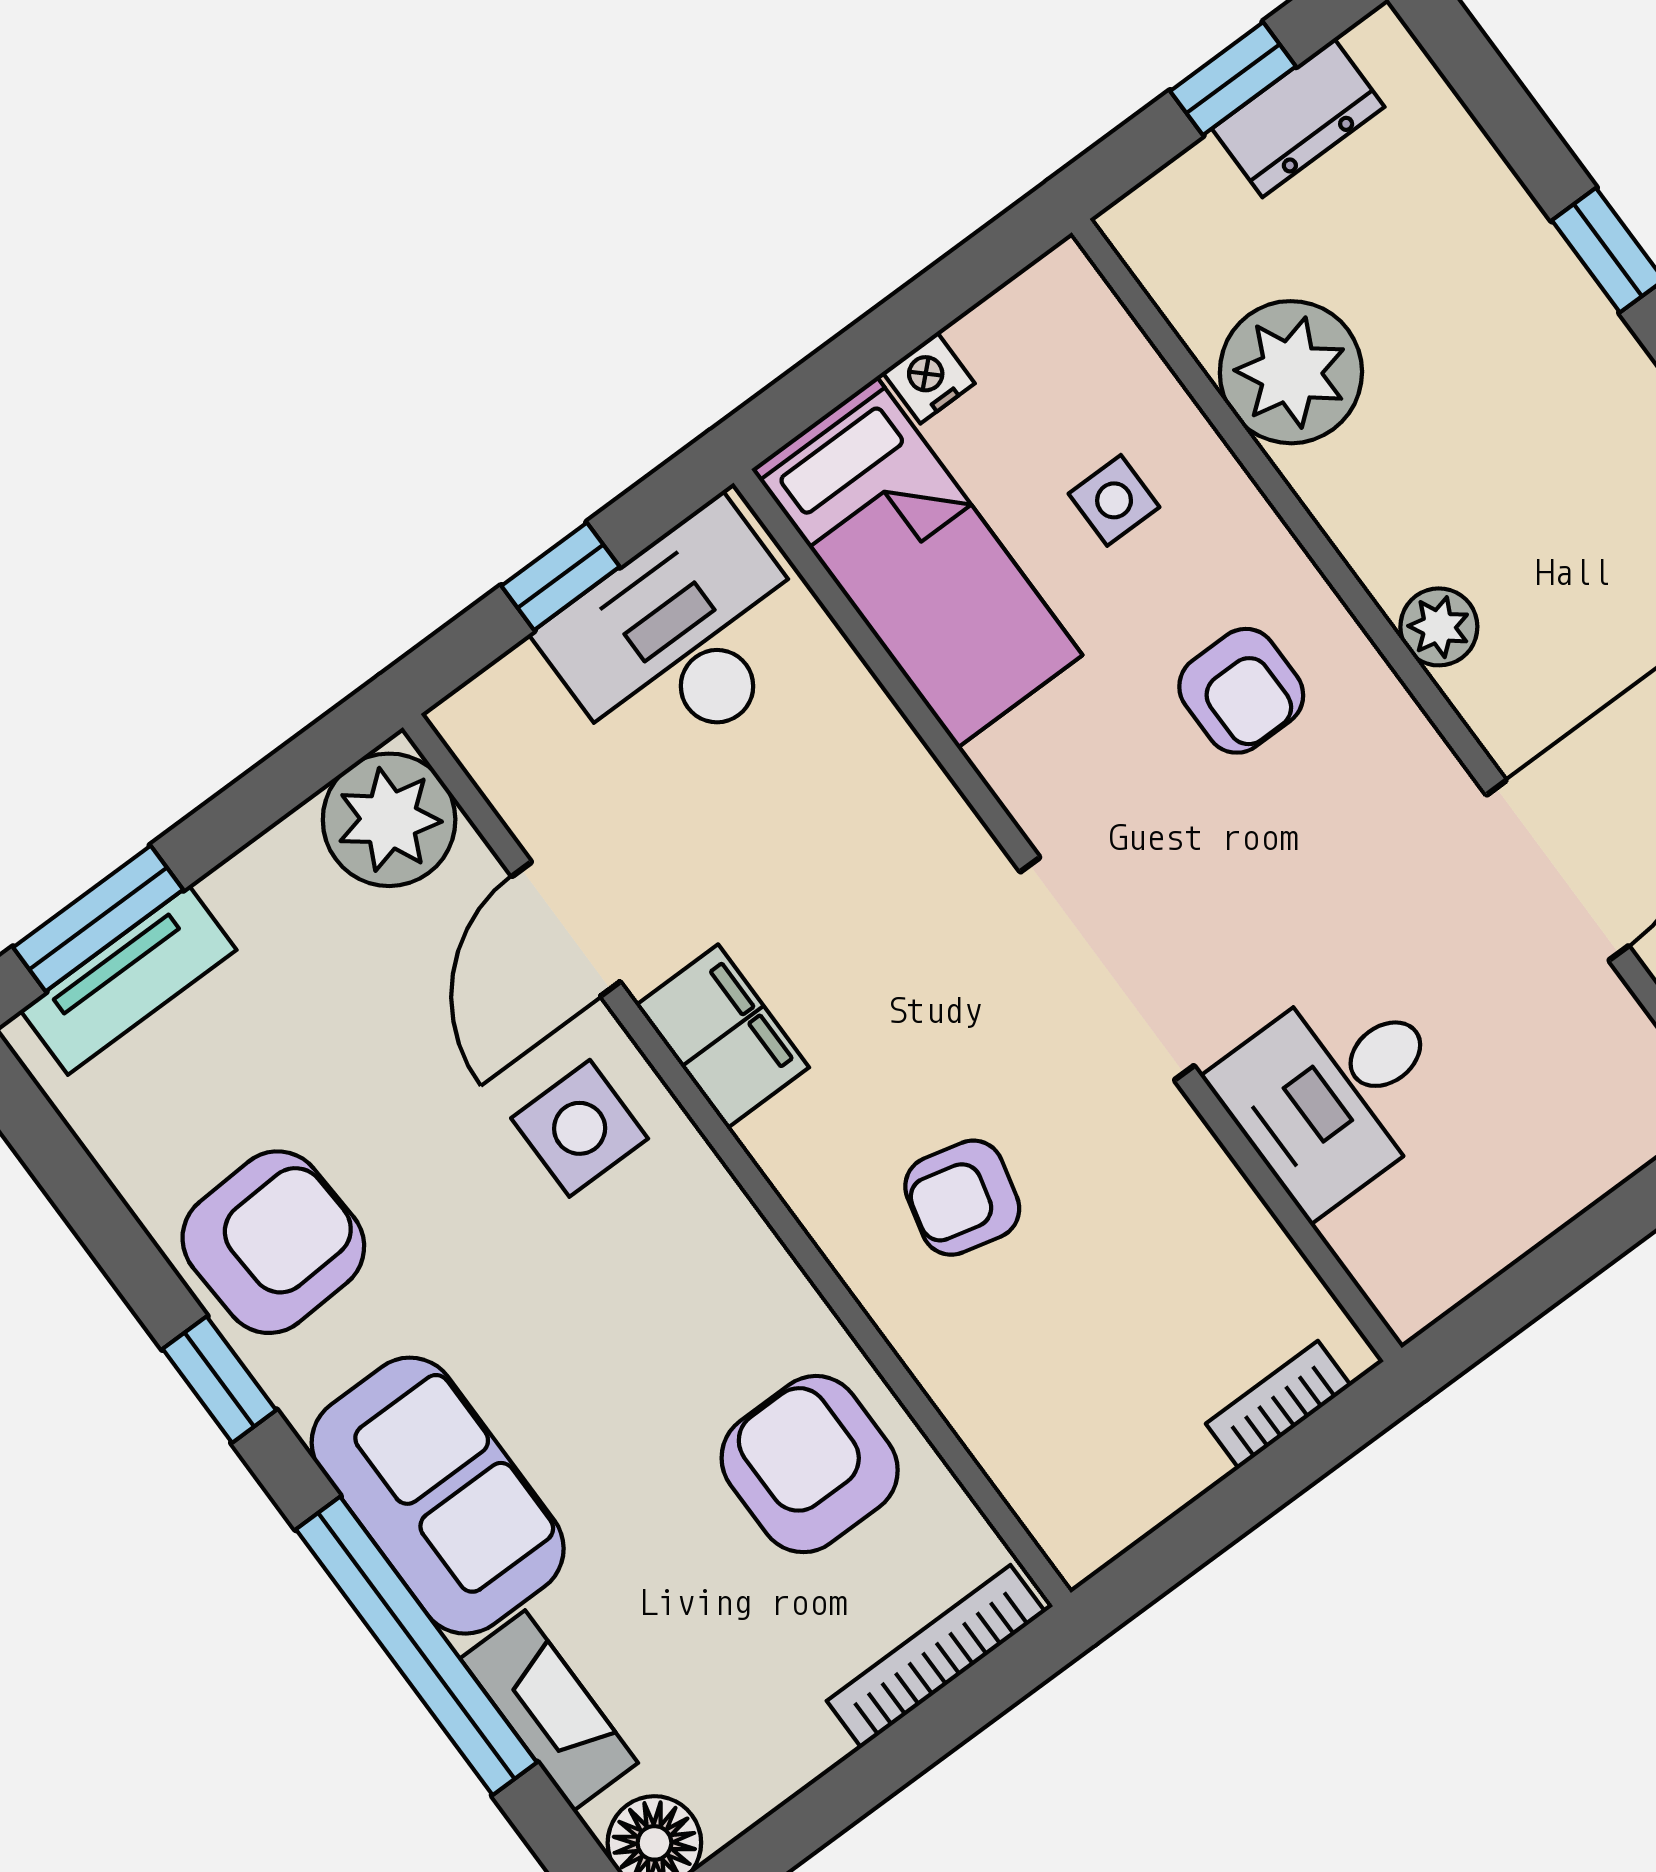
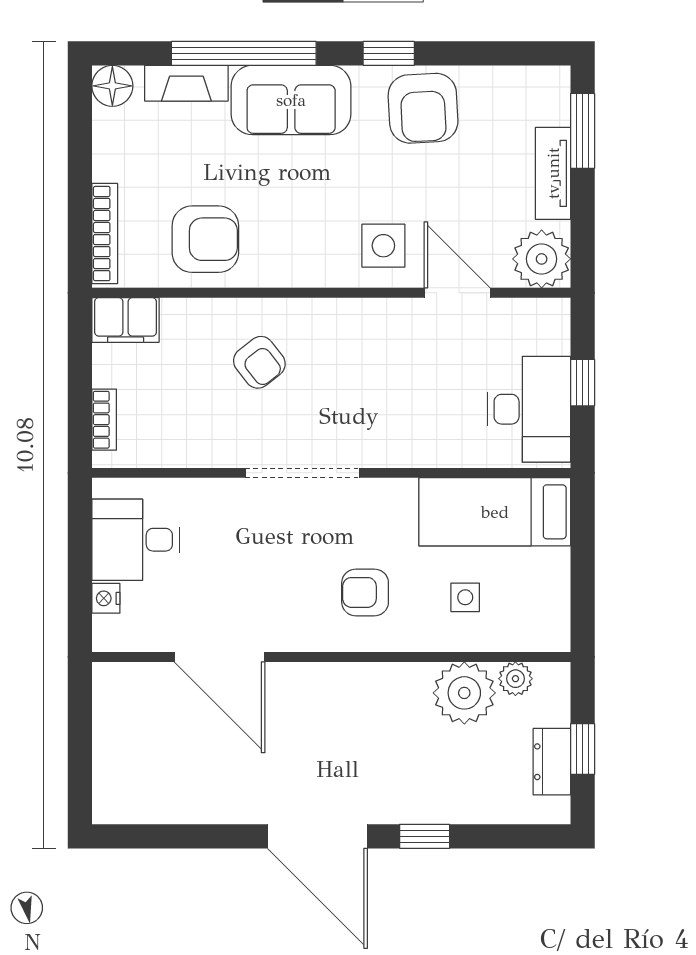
nightstand: (929, 378) -> (106, 598), moved, turned 180
plant: (1439, 627) -> (515, 679), moved
tv unit: (128, 980) -> (553, 173), moved
filing cabinet: (723, 1036) -> (126, 320), moved
desk: (1336, 1091) -> (136, 540), moved, turned -90
armchair: (962, 1198) -> (259, 362), turned 128

